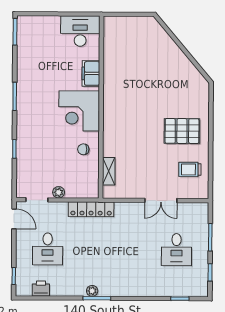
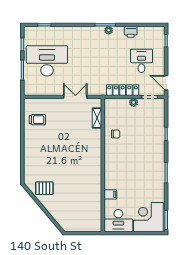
filing cabinet: (91, 73) -> (110, 194), width x0.50
corner desk: (79, 111) -> (148, 217), moved, turned -90
pallet: (182, 131) -> (44, 188), moved, width x0.67, depth x0.71
double door: (161, 200) -> (75, 97), moved
locker: (91, 209) -> (123, 90), moved
desk: (176, 250) -> (47, 61), width x1.87, depth x1.30
printer: (41, 288) -> (131, 32), moved

